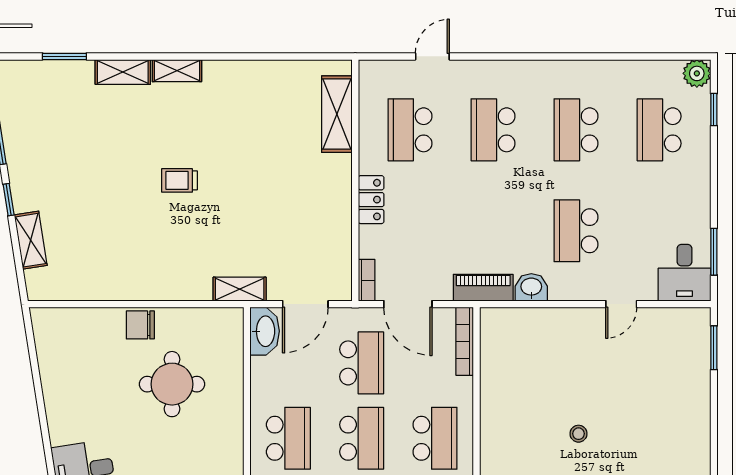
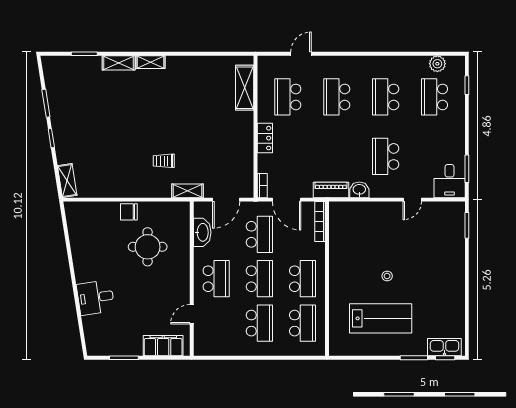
plant: (697, 73) -> (437, 64), moved
trolley: (179, 180) -> (164, 161), moved
shelving: (31, 240) -> (67, 180), moved
washbasin: (265, 331) -> (202, 232), moved

